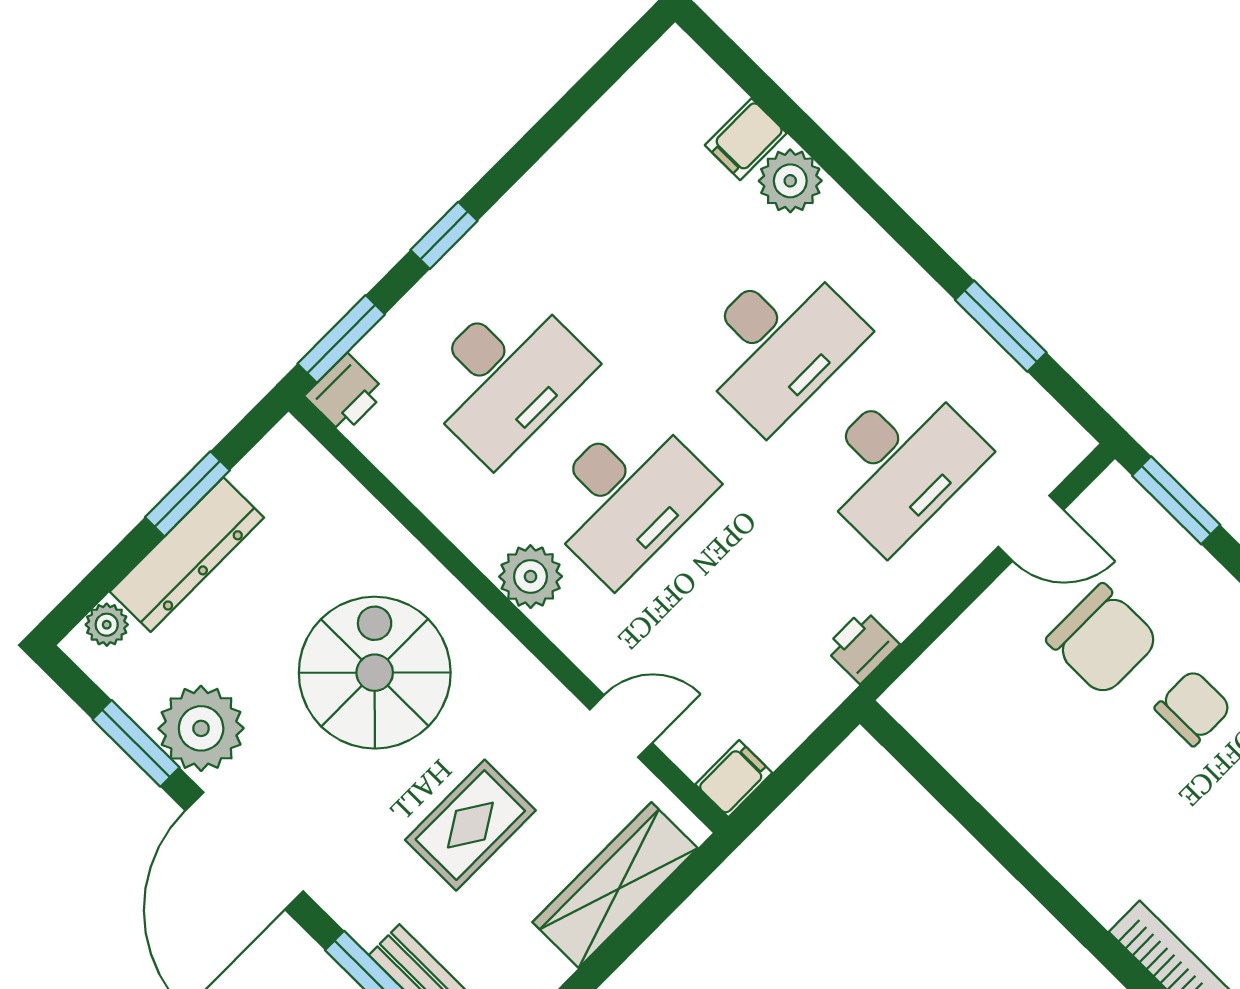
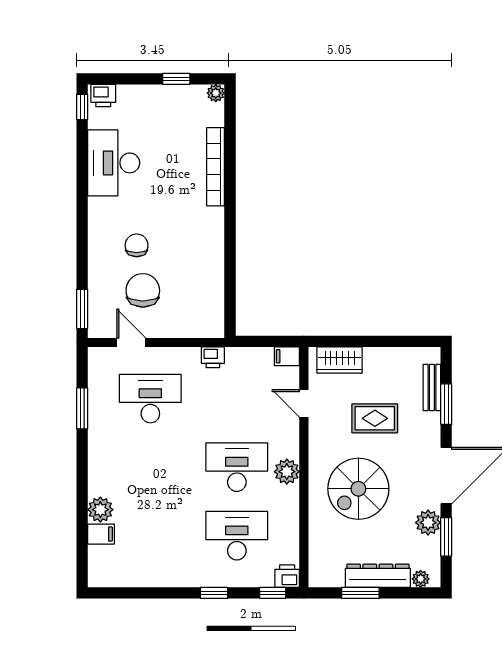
window: (341, 339) -> (273, 593), width x0.67
desk: (778, 343) -> (150, 467), removed
chair: (1193, 708) -> (137, 245), turned 90
plant: (201, 728) -> (428, 523), width x0.73, depth x0.73
wardrobe: (615, 885) -> (340, 360), width x0.67

